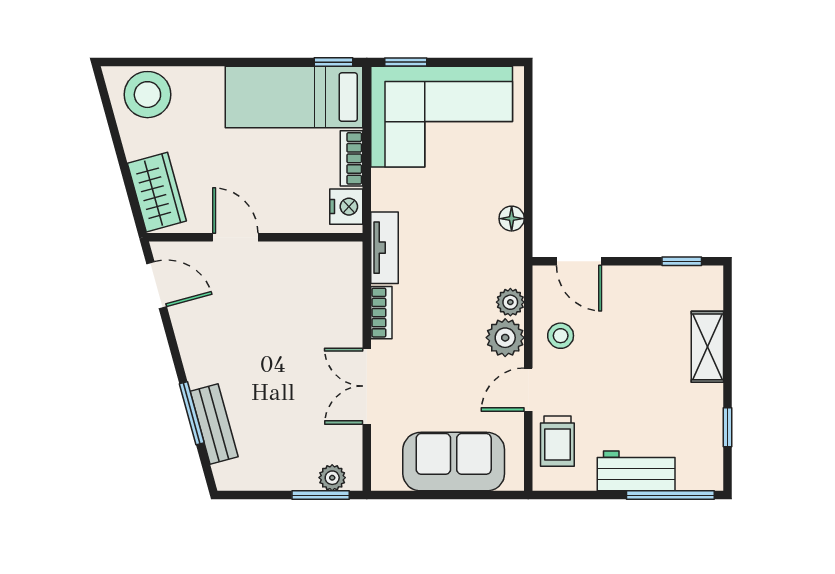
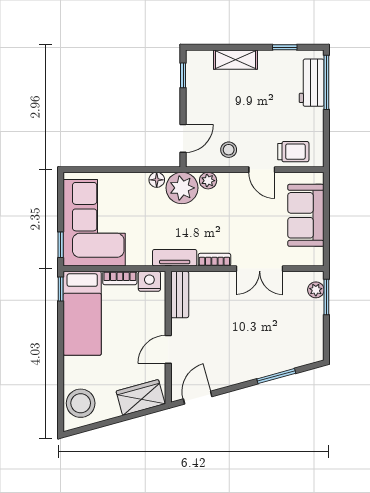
plant: (505, 338) -> (182, 188), moved, width x1.36, depth x1.36
bench: (214, 424) -> (180, 295), moved, turned -75
workbench: (636, 471) -> (312, 83), moved

